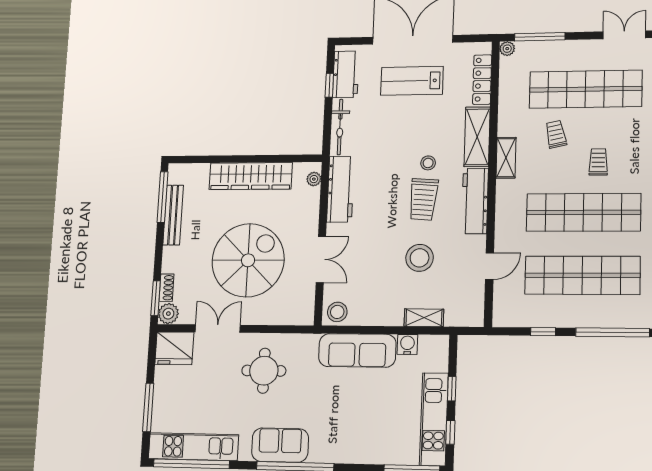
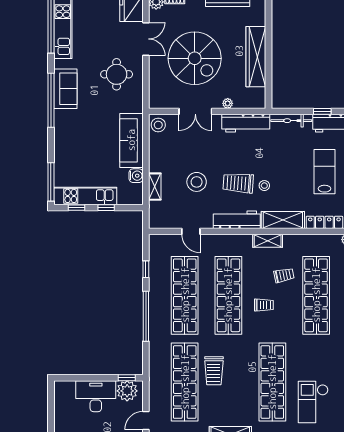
plant: (314, 179) -> (228, 103), moved

